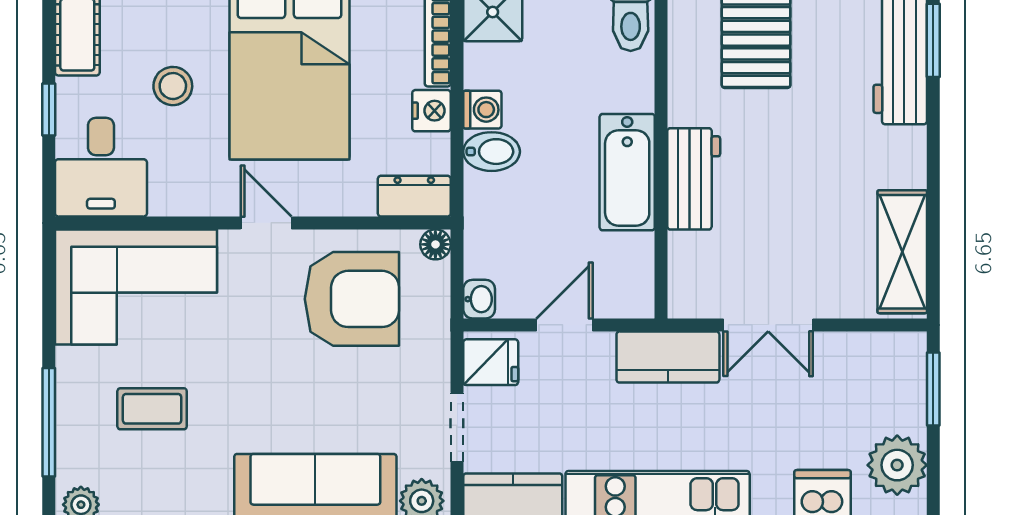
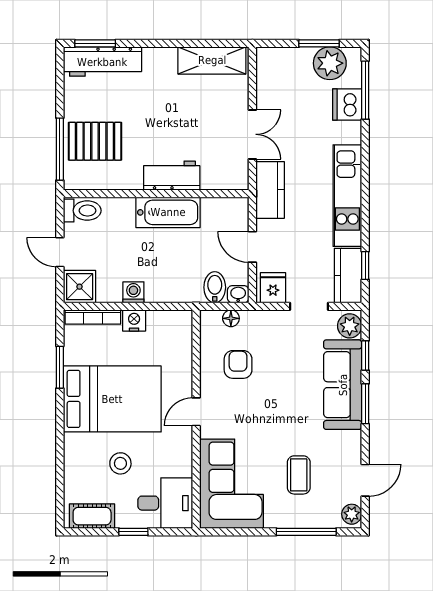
bidet: (492, 152) -> (215, 287), moved
dresser: (414, 196) -> (181, 330), removed
floor lamp: (435, 244) -> (231, 318), moved
armchair: (352, 299) -> (238, 364), width x0.53, depth x0.53
window: (933, 389) -> (319, 43), moved

